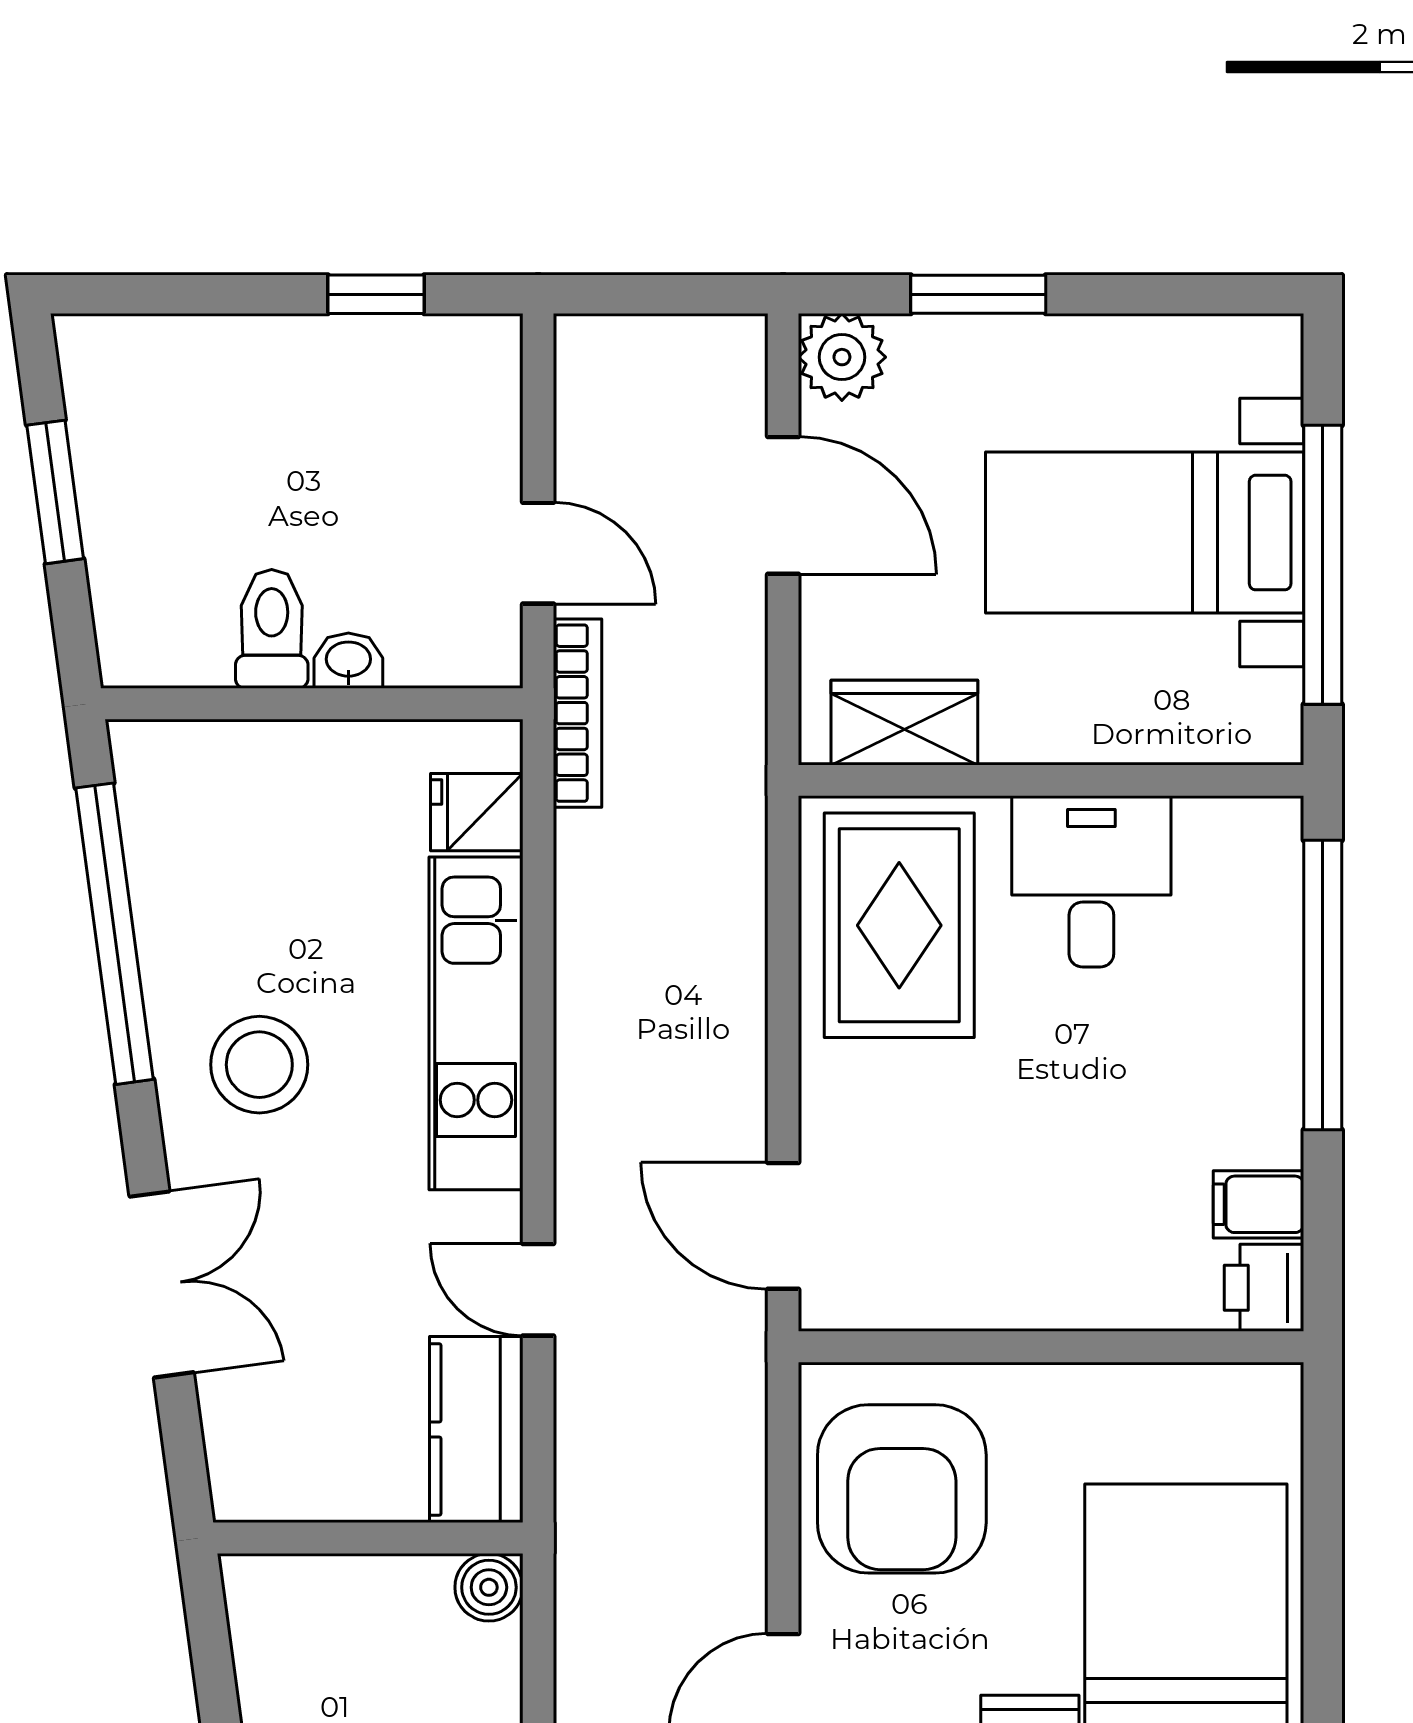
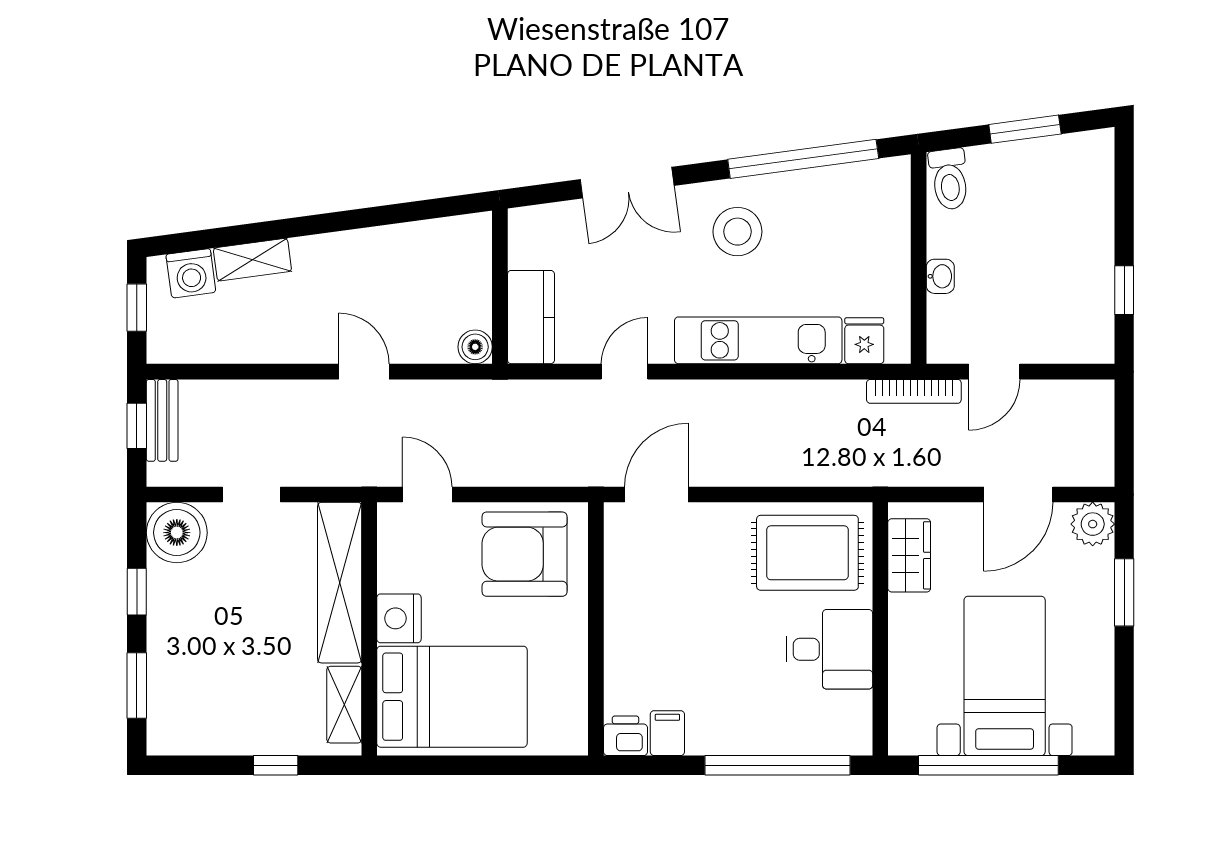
toilet: (272, 629) -> (949, 179), moved, turned 82
kitchen counter: (476, 1429) -> (531, 317), moved, turned 90

